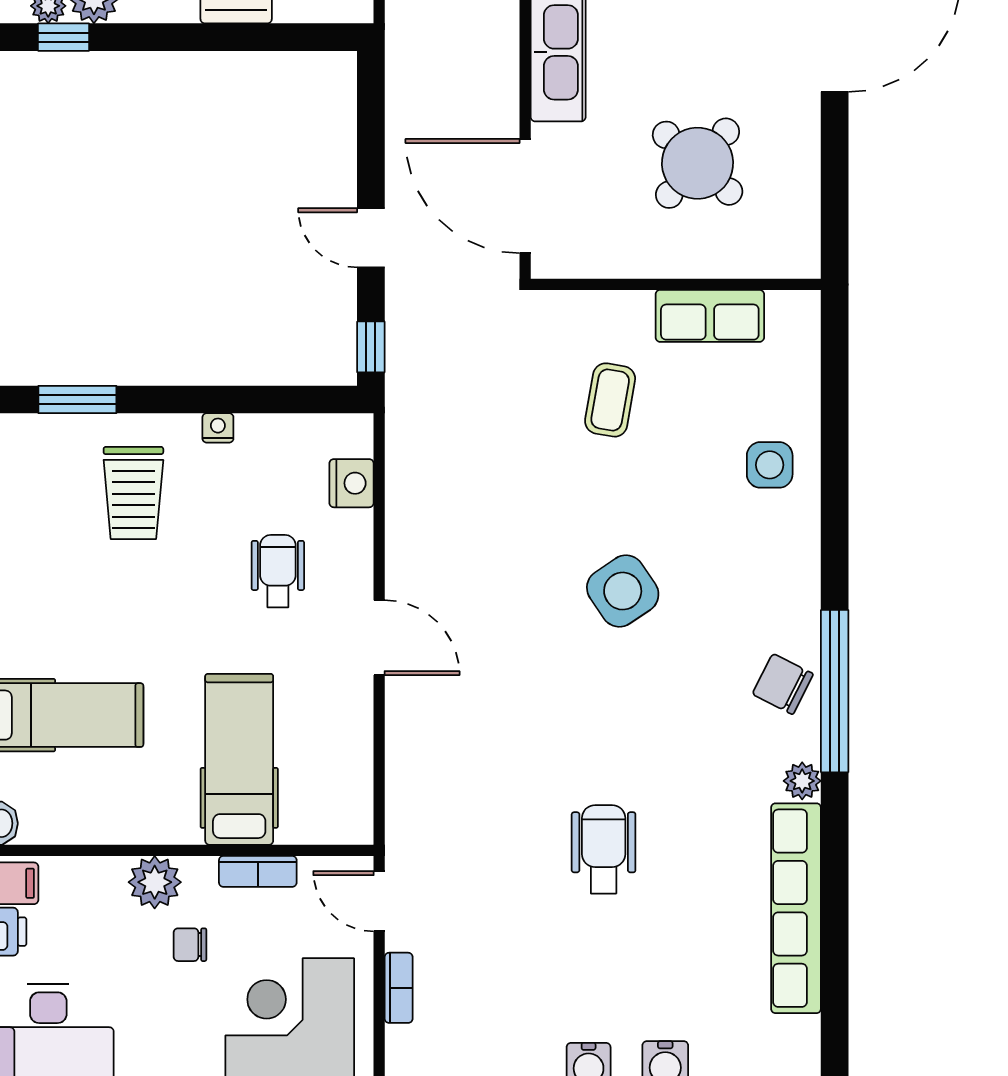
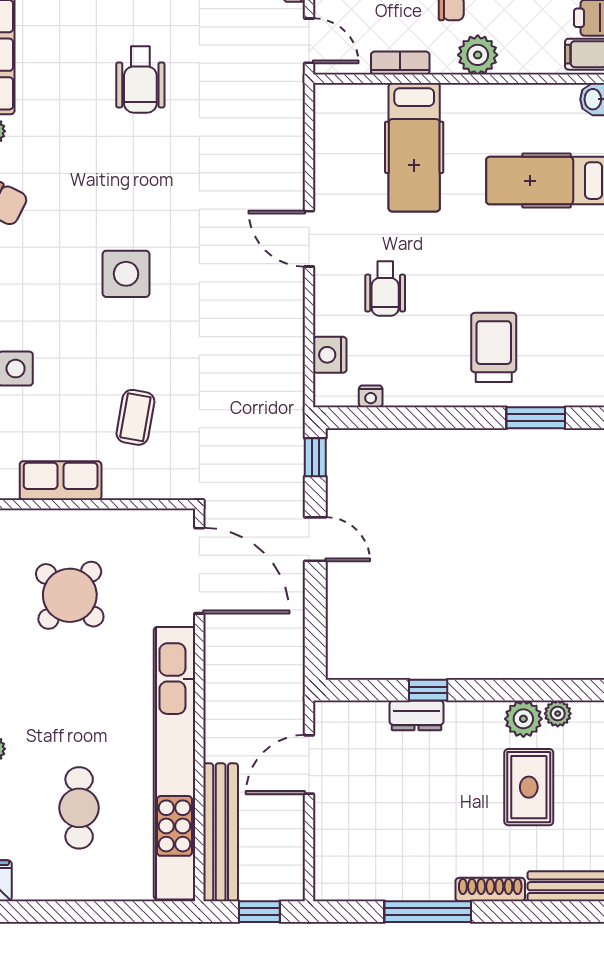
window: (64, 37) -> (428, 690), moved
nightstand: (218, 428) -> (371, 396), moved
side table: (623, 591) -> (126, 274), turned 34

